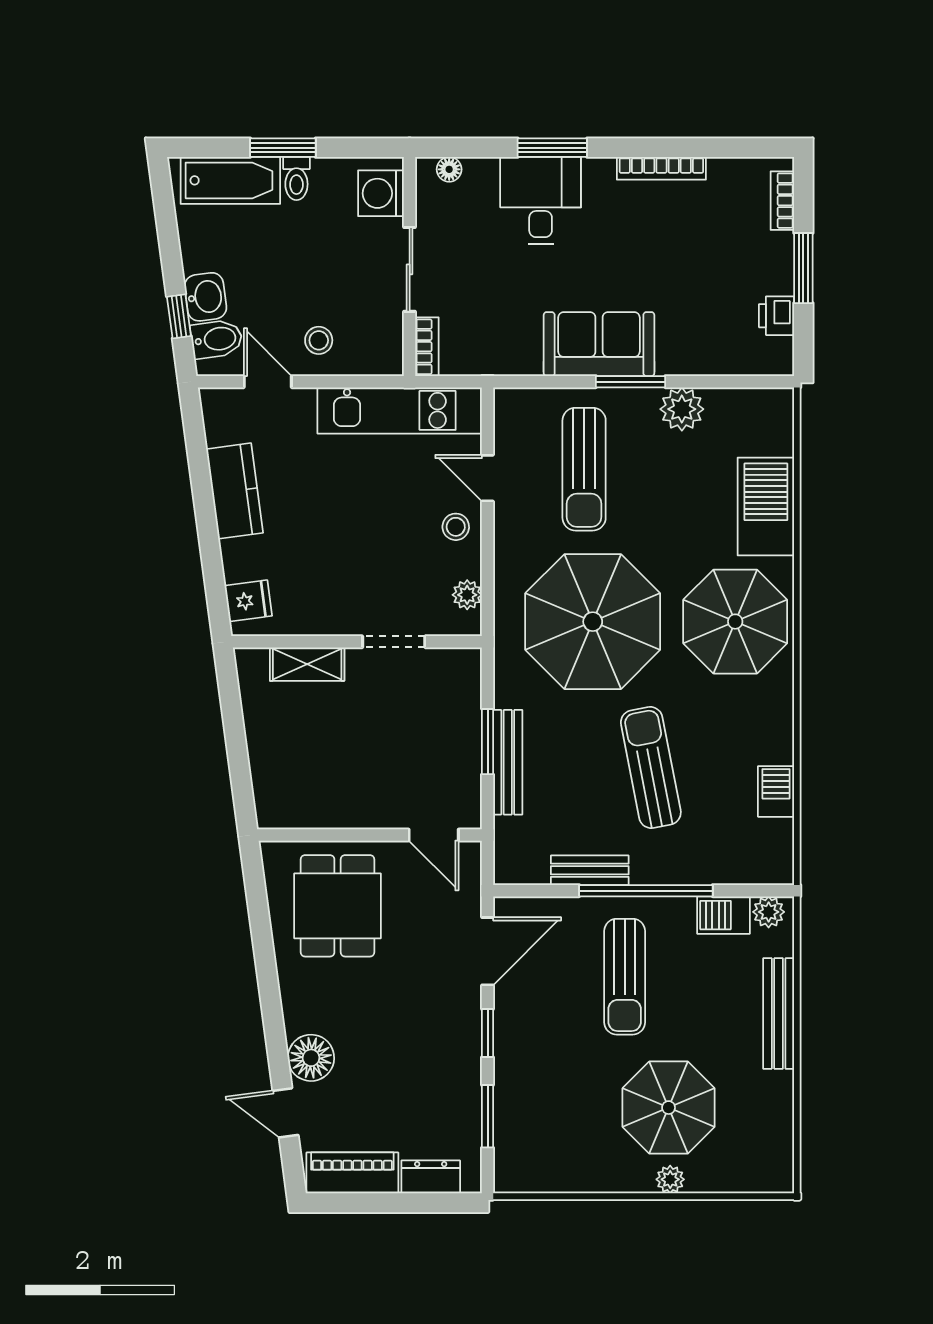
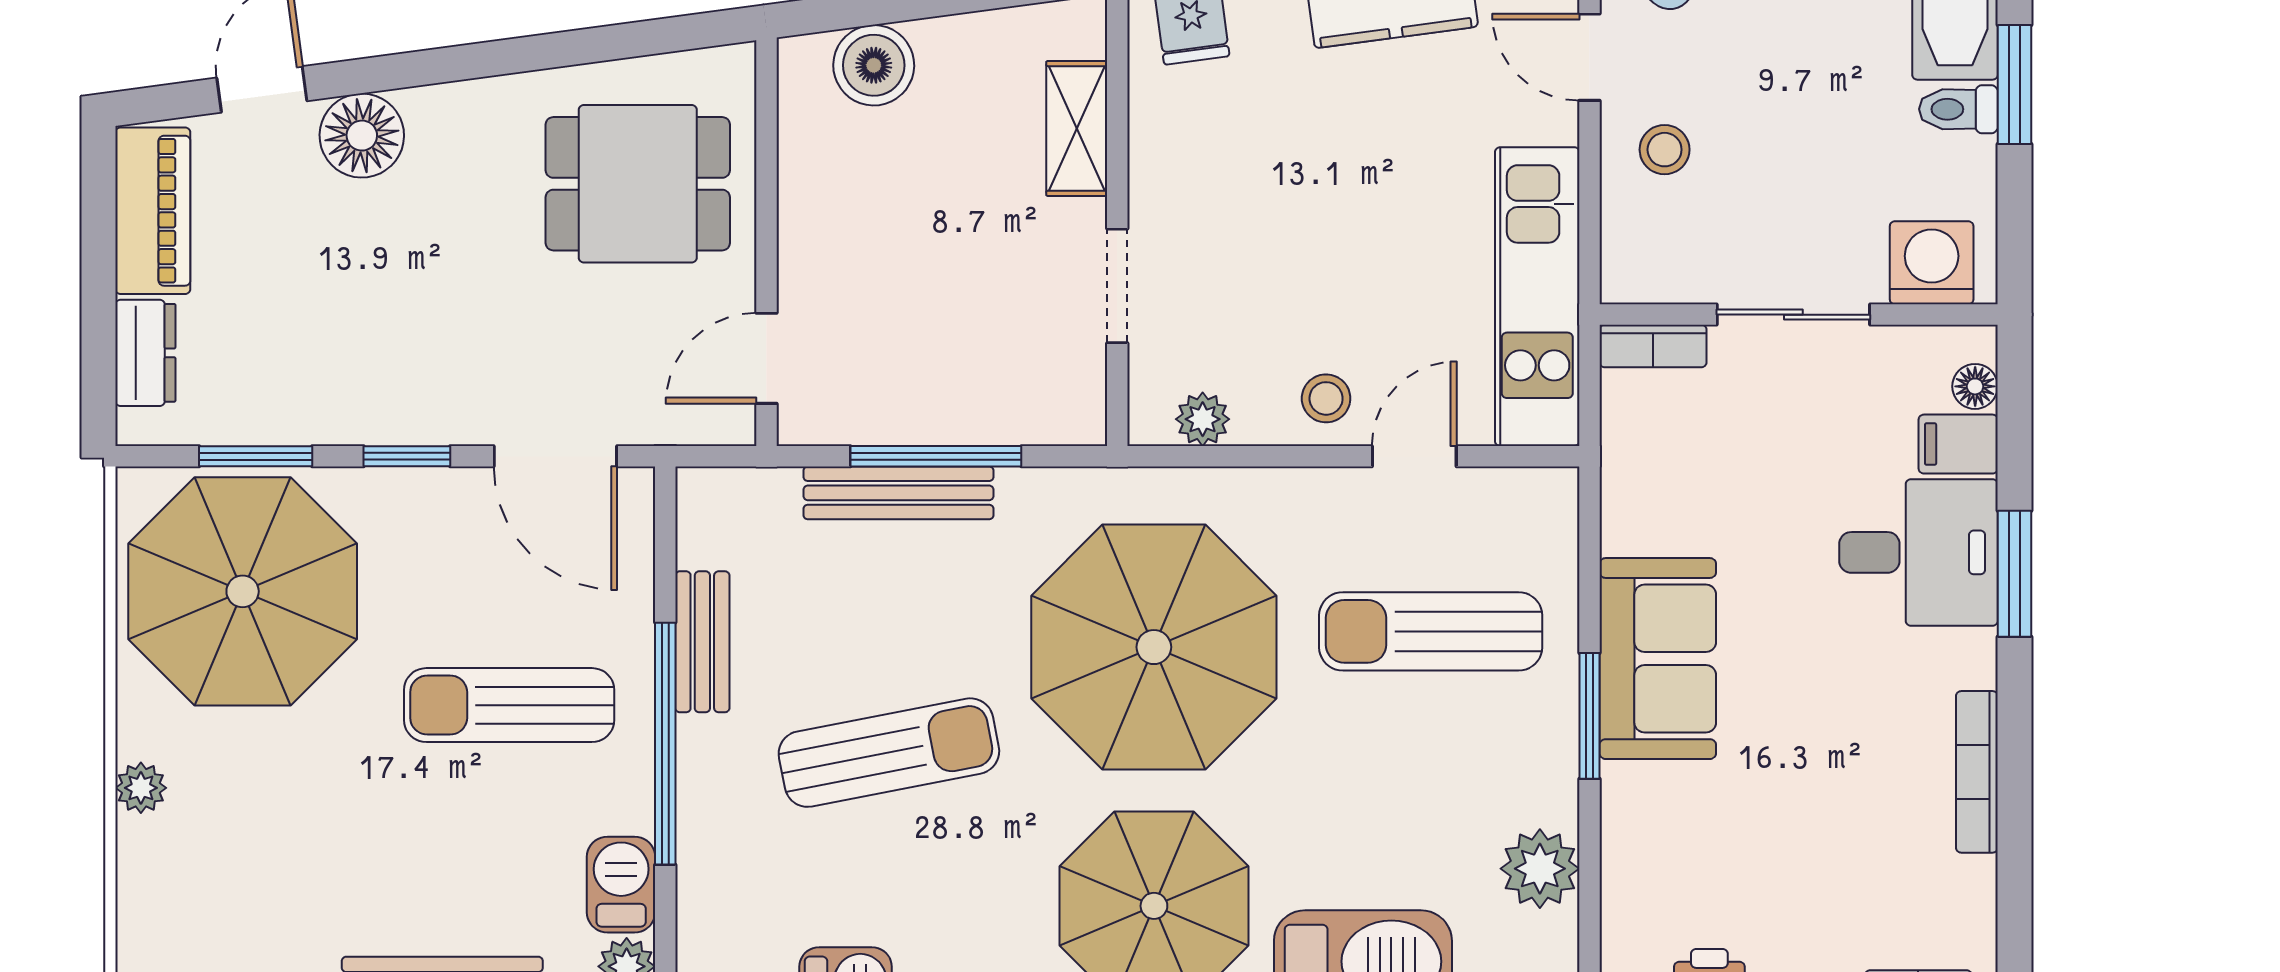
filing cabinet: (481, 179) -> (1958, 444), added
door: (268, 382) -> (1589, 57), swing flipped
plant: (682, 409) -> (1540, 869), moved
window: (488, 742) -> (936, 456), width x1.44
boiler: (272, 776) -> (874, 65), added
parasol: (669, 1108) -> (243, 591), moved, width x1.36, depth x1.36

